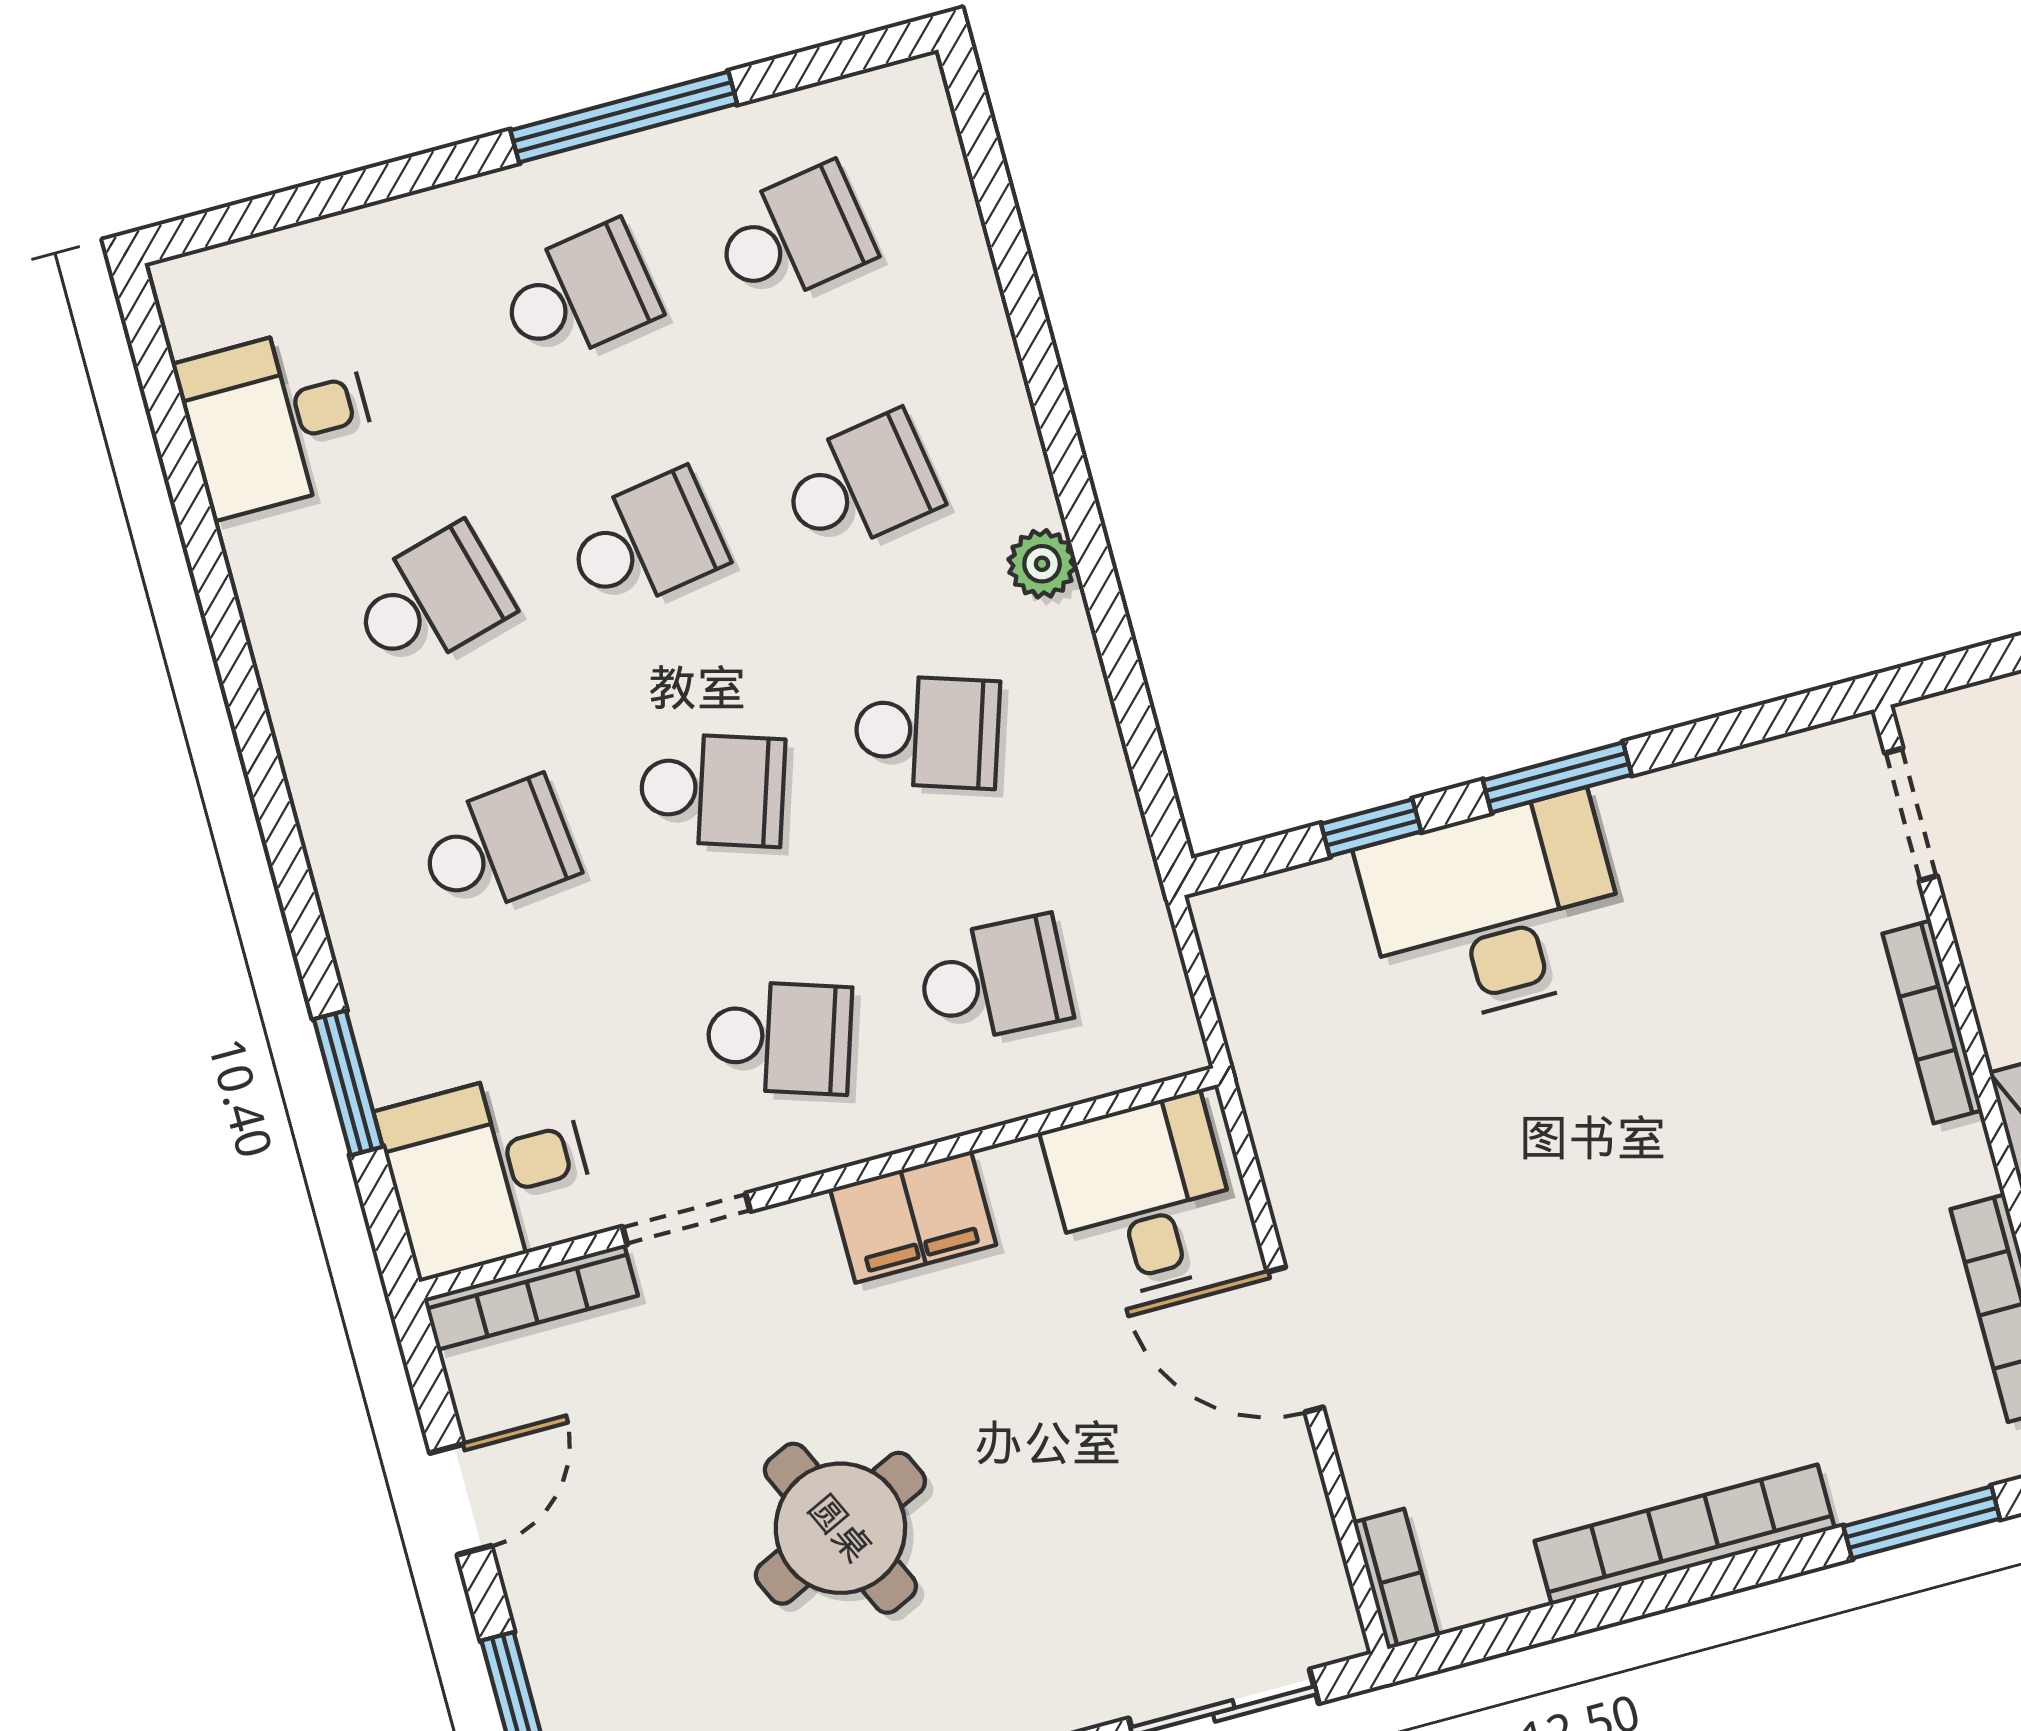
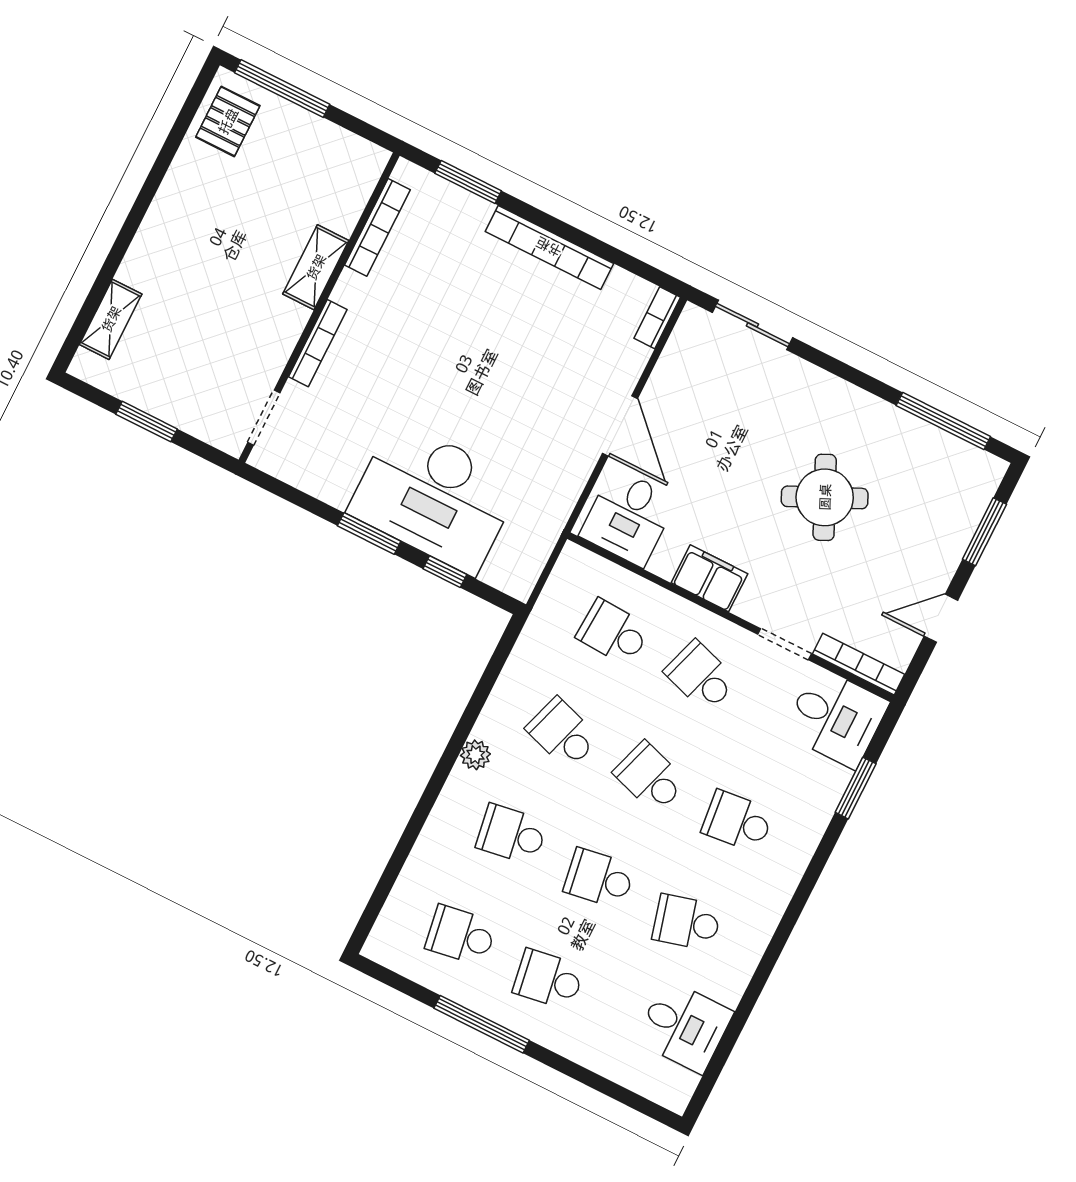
desk: (1494, 911) -> (434, 497), width x1.36, depth x1.30

